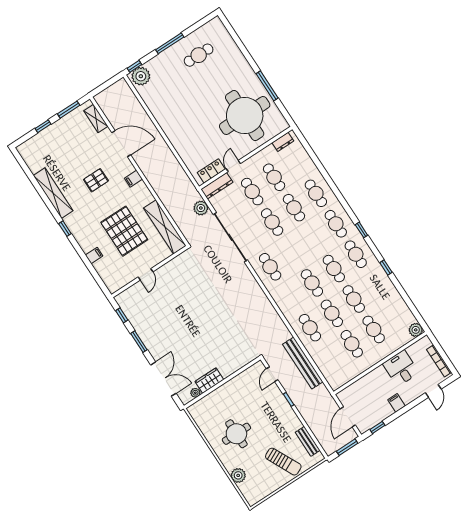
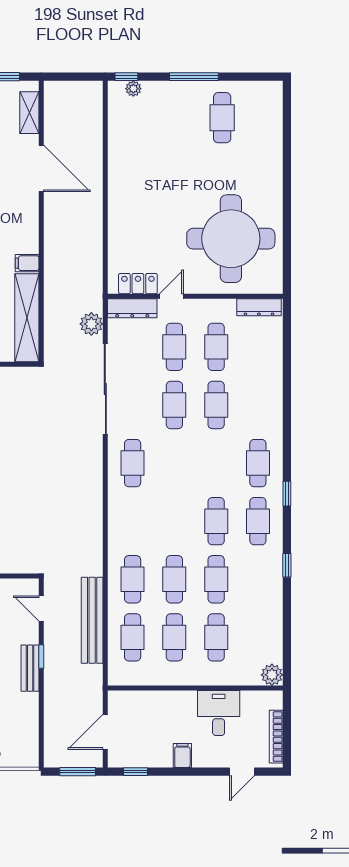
cafe table: (199, 55) -> (222, 118), turned 90
plant: (141, 76) -> (133, 89), width x0.53, depth x0.53
window: (267, 86) -> (287, 219), removed
dresser: (283, 142) -> (259, 307), width x1.44
filing cabinet: (134, 179) -> (27, 263), moved
cafe table: (316, 193) -> (258, 405), removed
cafe table: (312, 283) -> (133, 637), moved
door: (272, 374) -> (41, 608), hinge flipped
bench: (308, 441) -> (30, 668), moved

